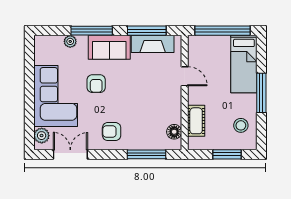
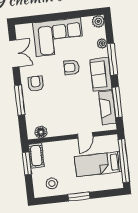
bed: (244, 64) -> (98, 164), moved
window: (261, 93) -> (79, 197), width x0.69
cot: (196, 121) -> (36, 156), moved, turned 90
plant: (42, 136) -> (98, 21), moved
window: (146, 154) -> (20, 100), moved
window: (227, 154) -> (27, 163), moved

